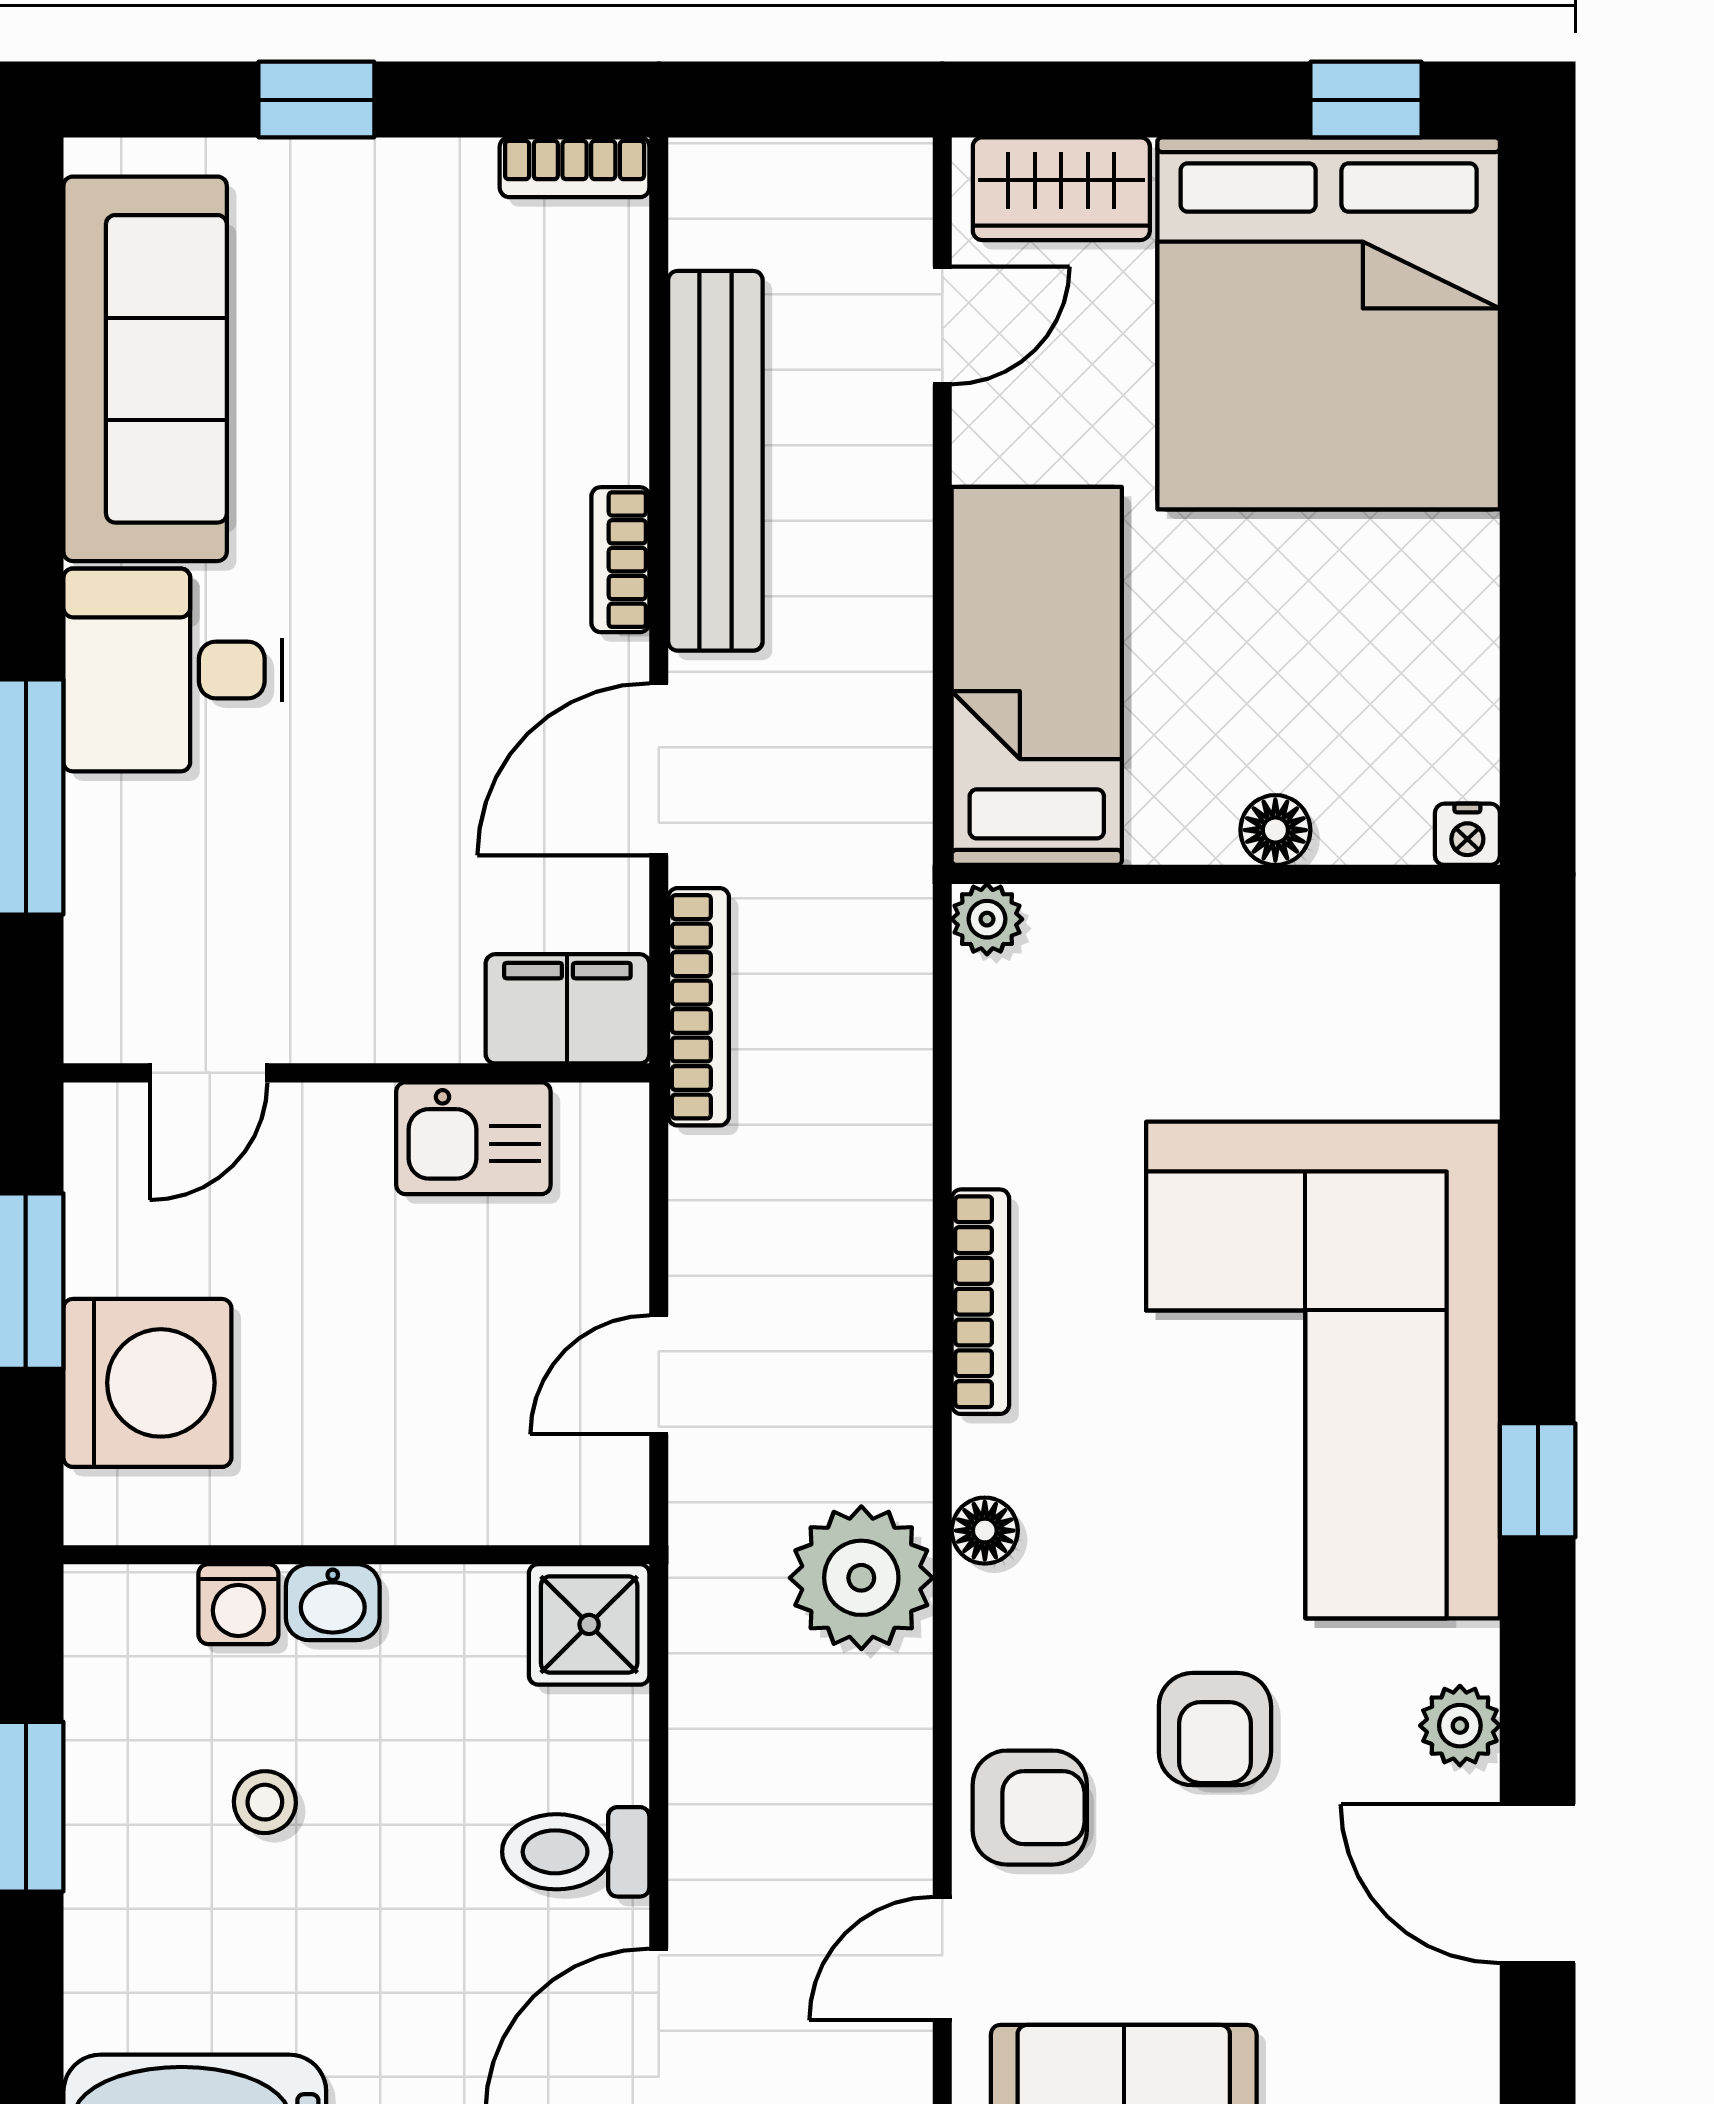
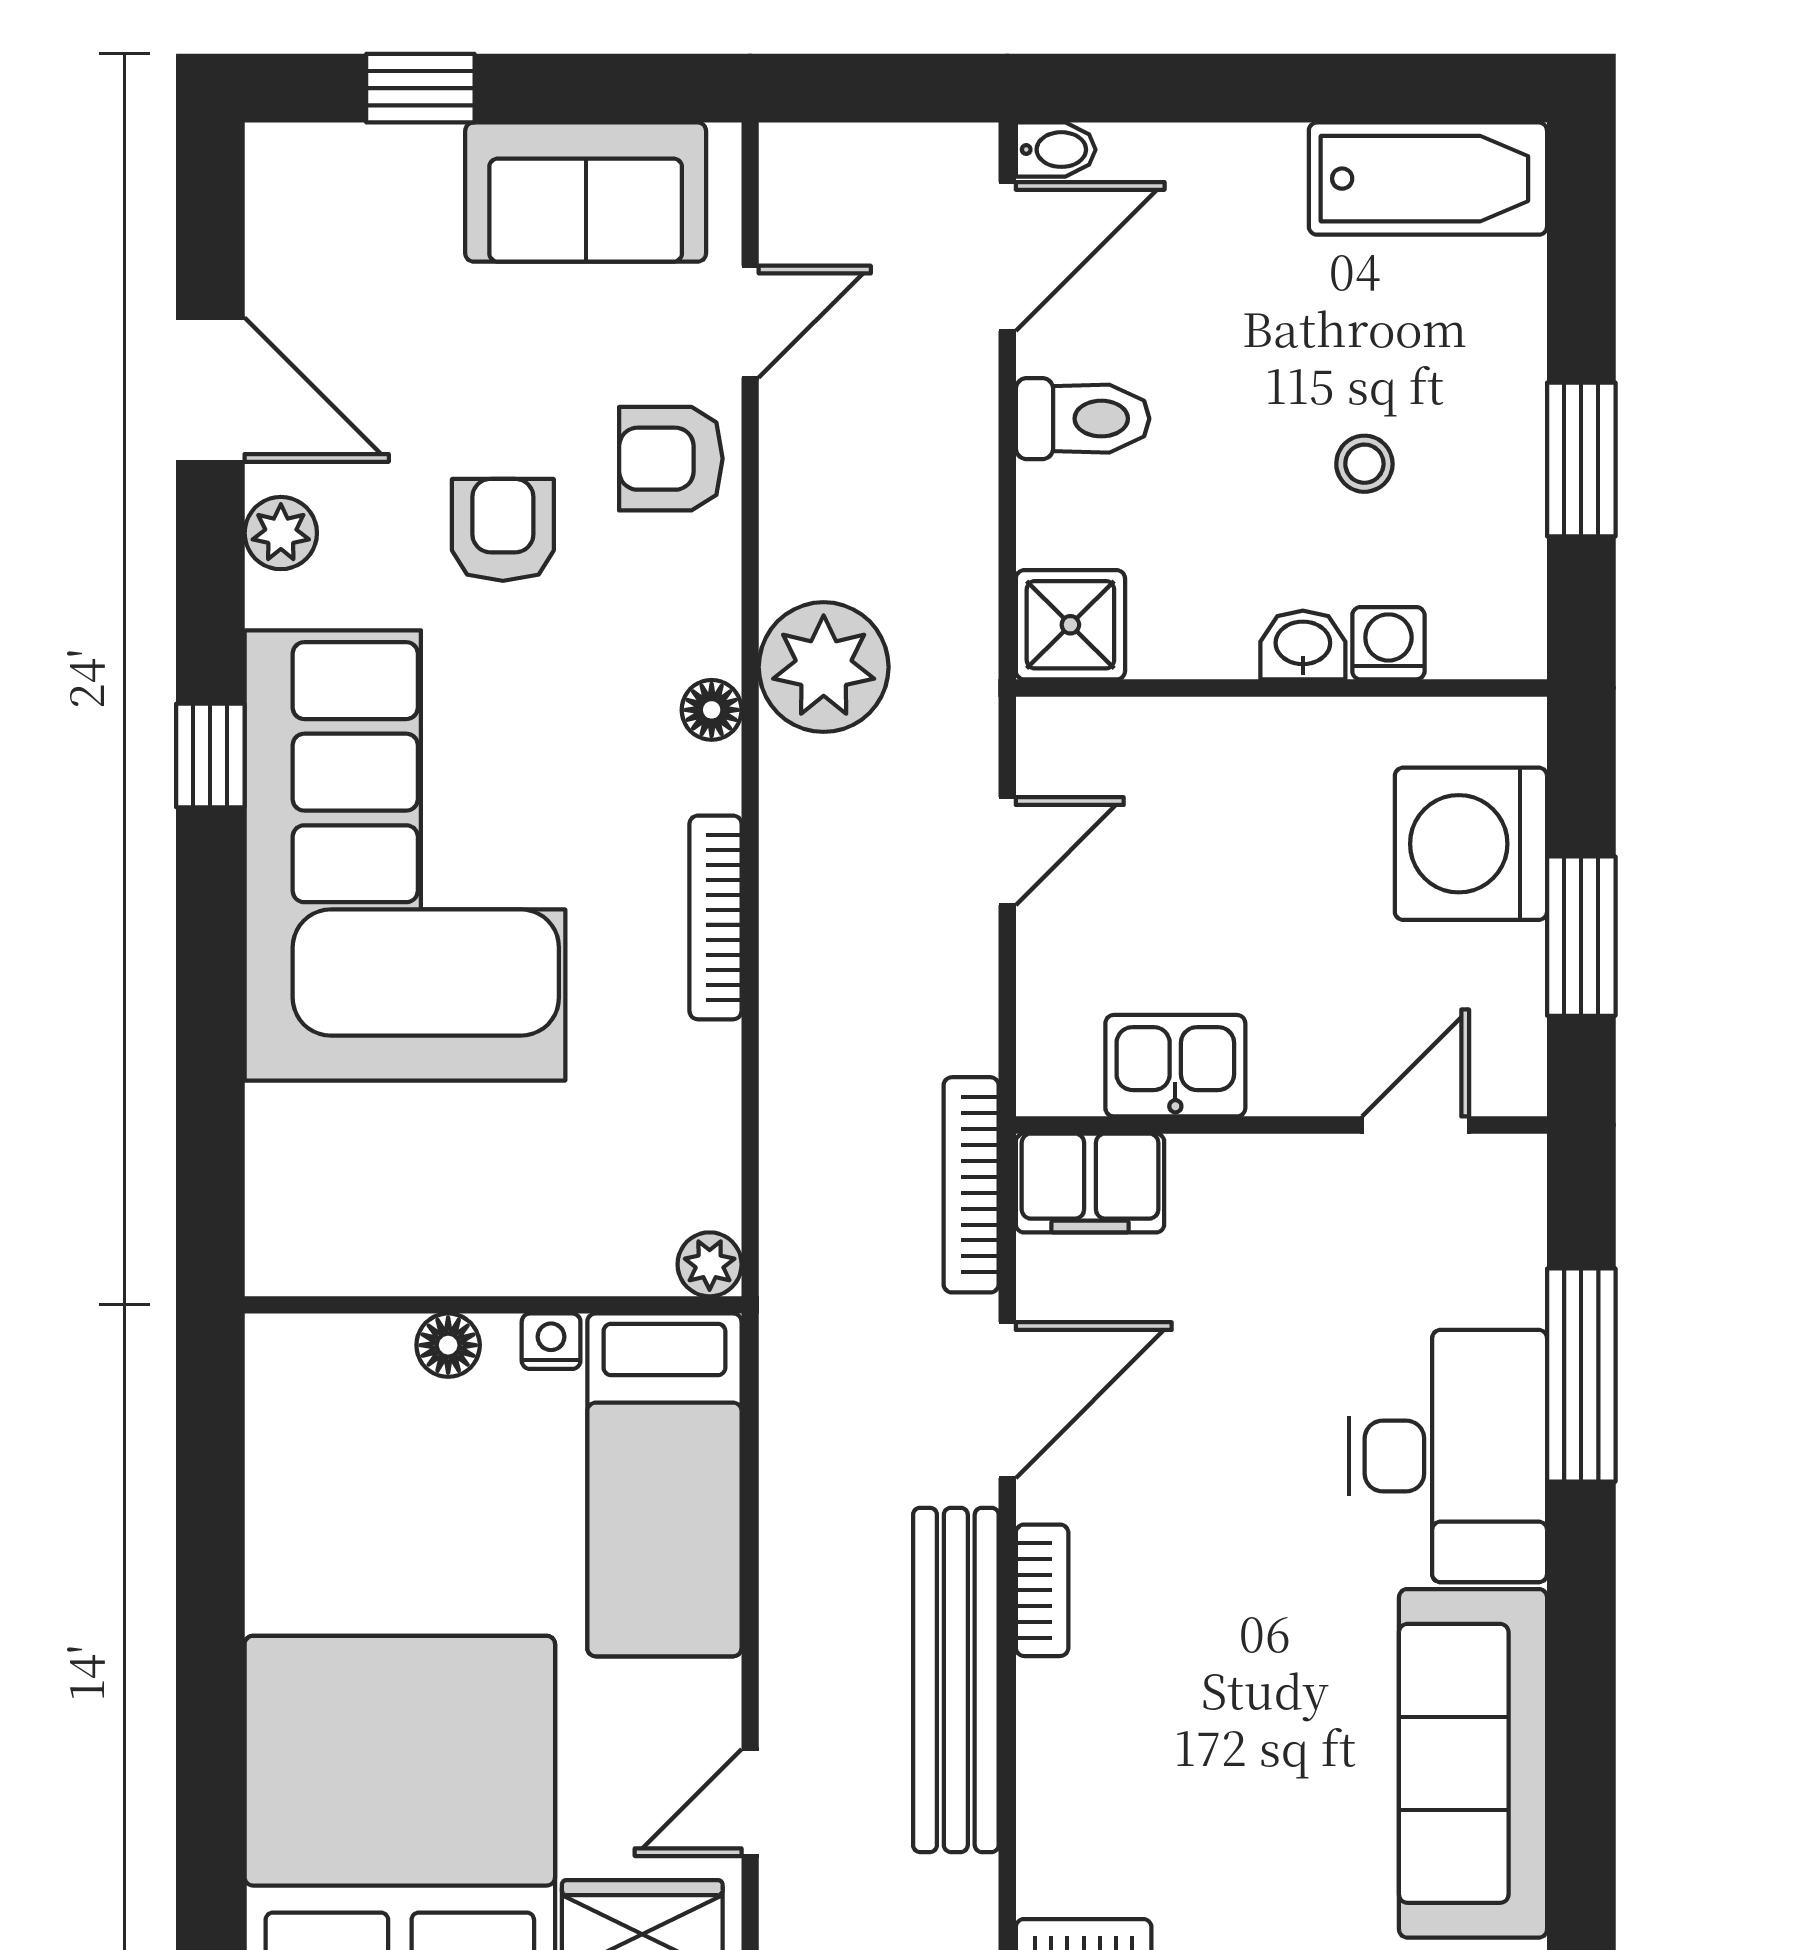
desk: (173, 670) -> (1448, 1456), width x1.37
nightstand: (1467, 834) -> (551, 1341), moved

